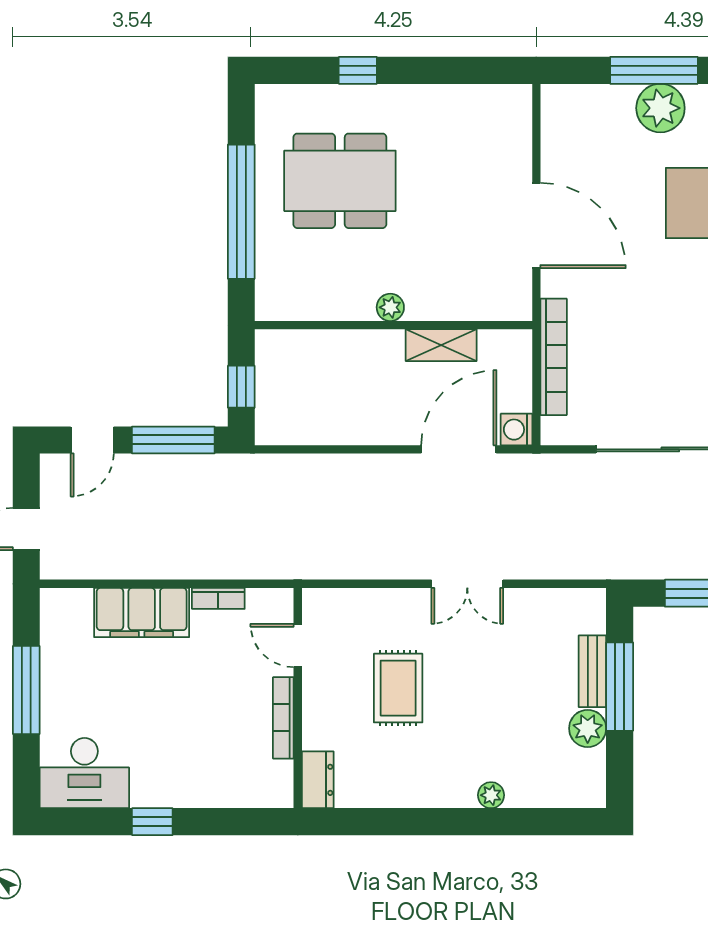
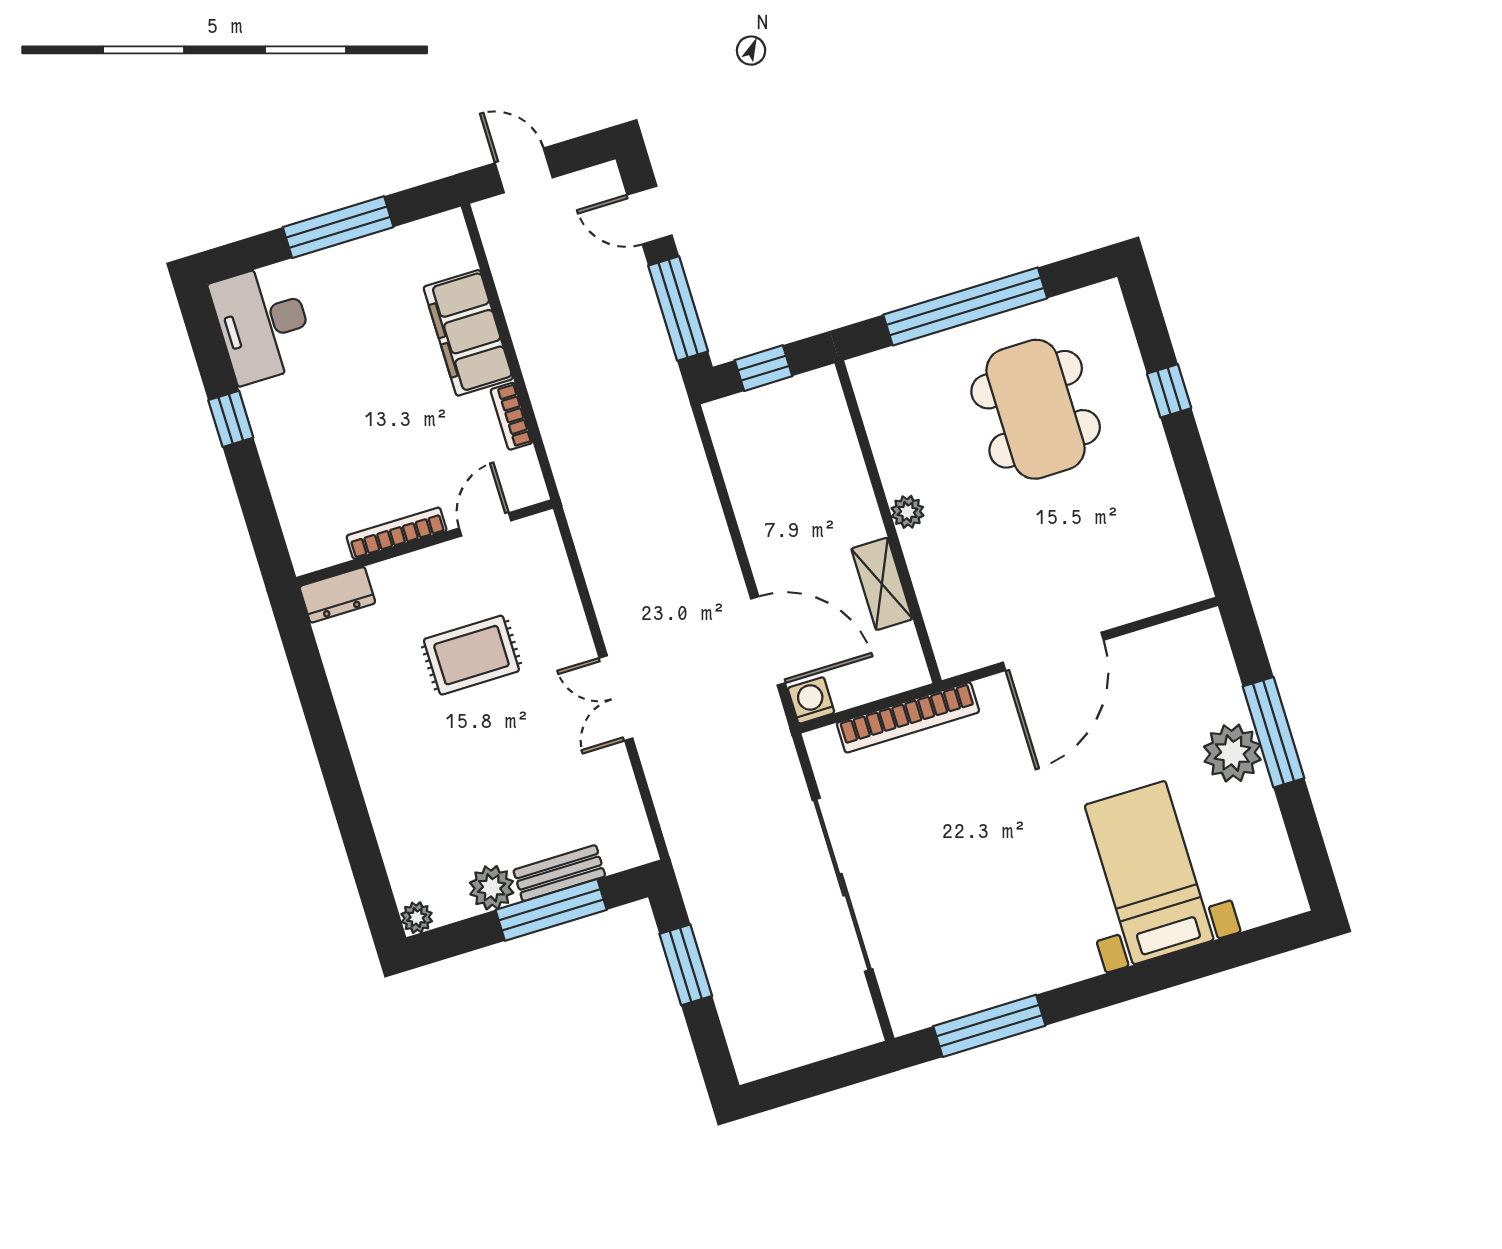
plant: (491, 795) -> (417, 918), moved

